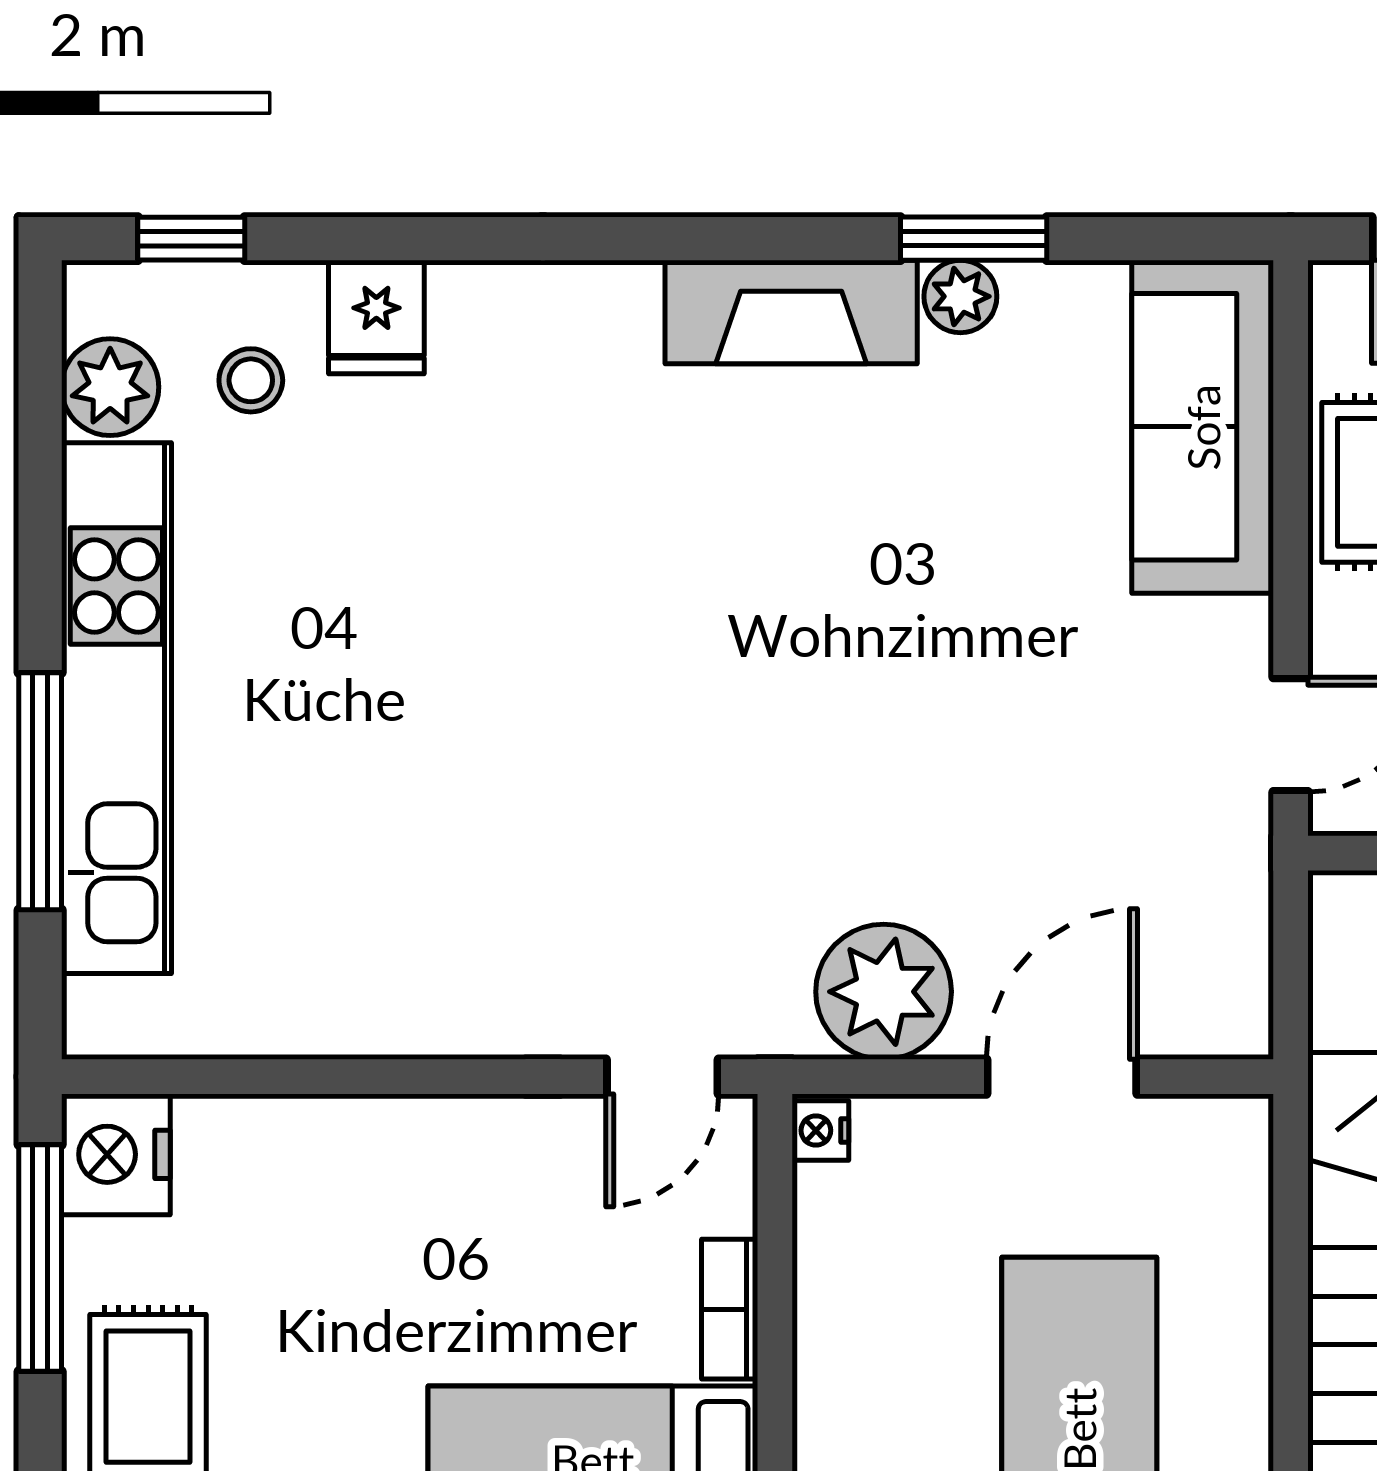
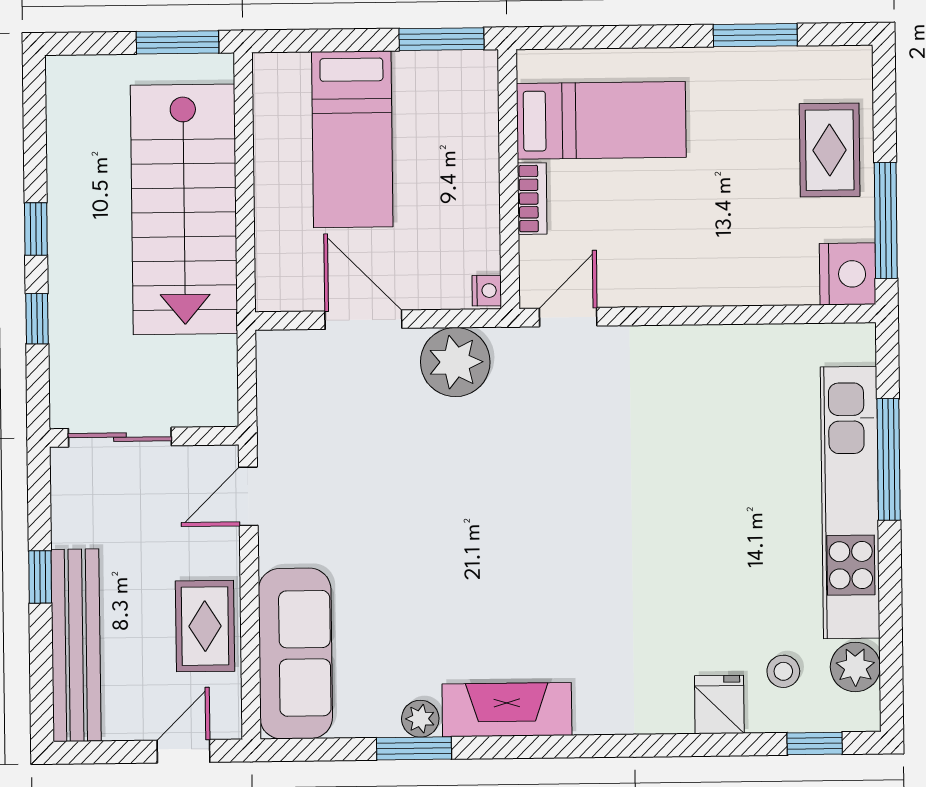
door: (1062, 1077) -> (363, 320), swing flipped

